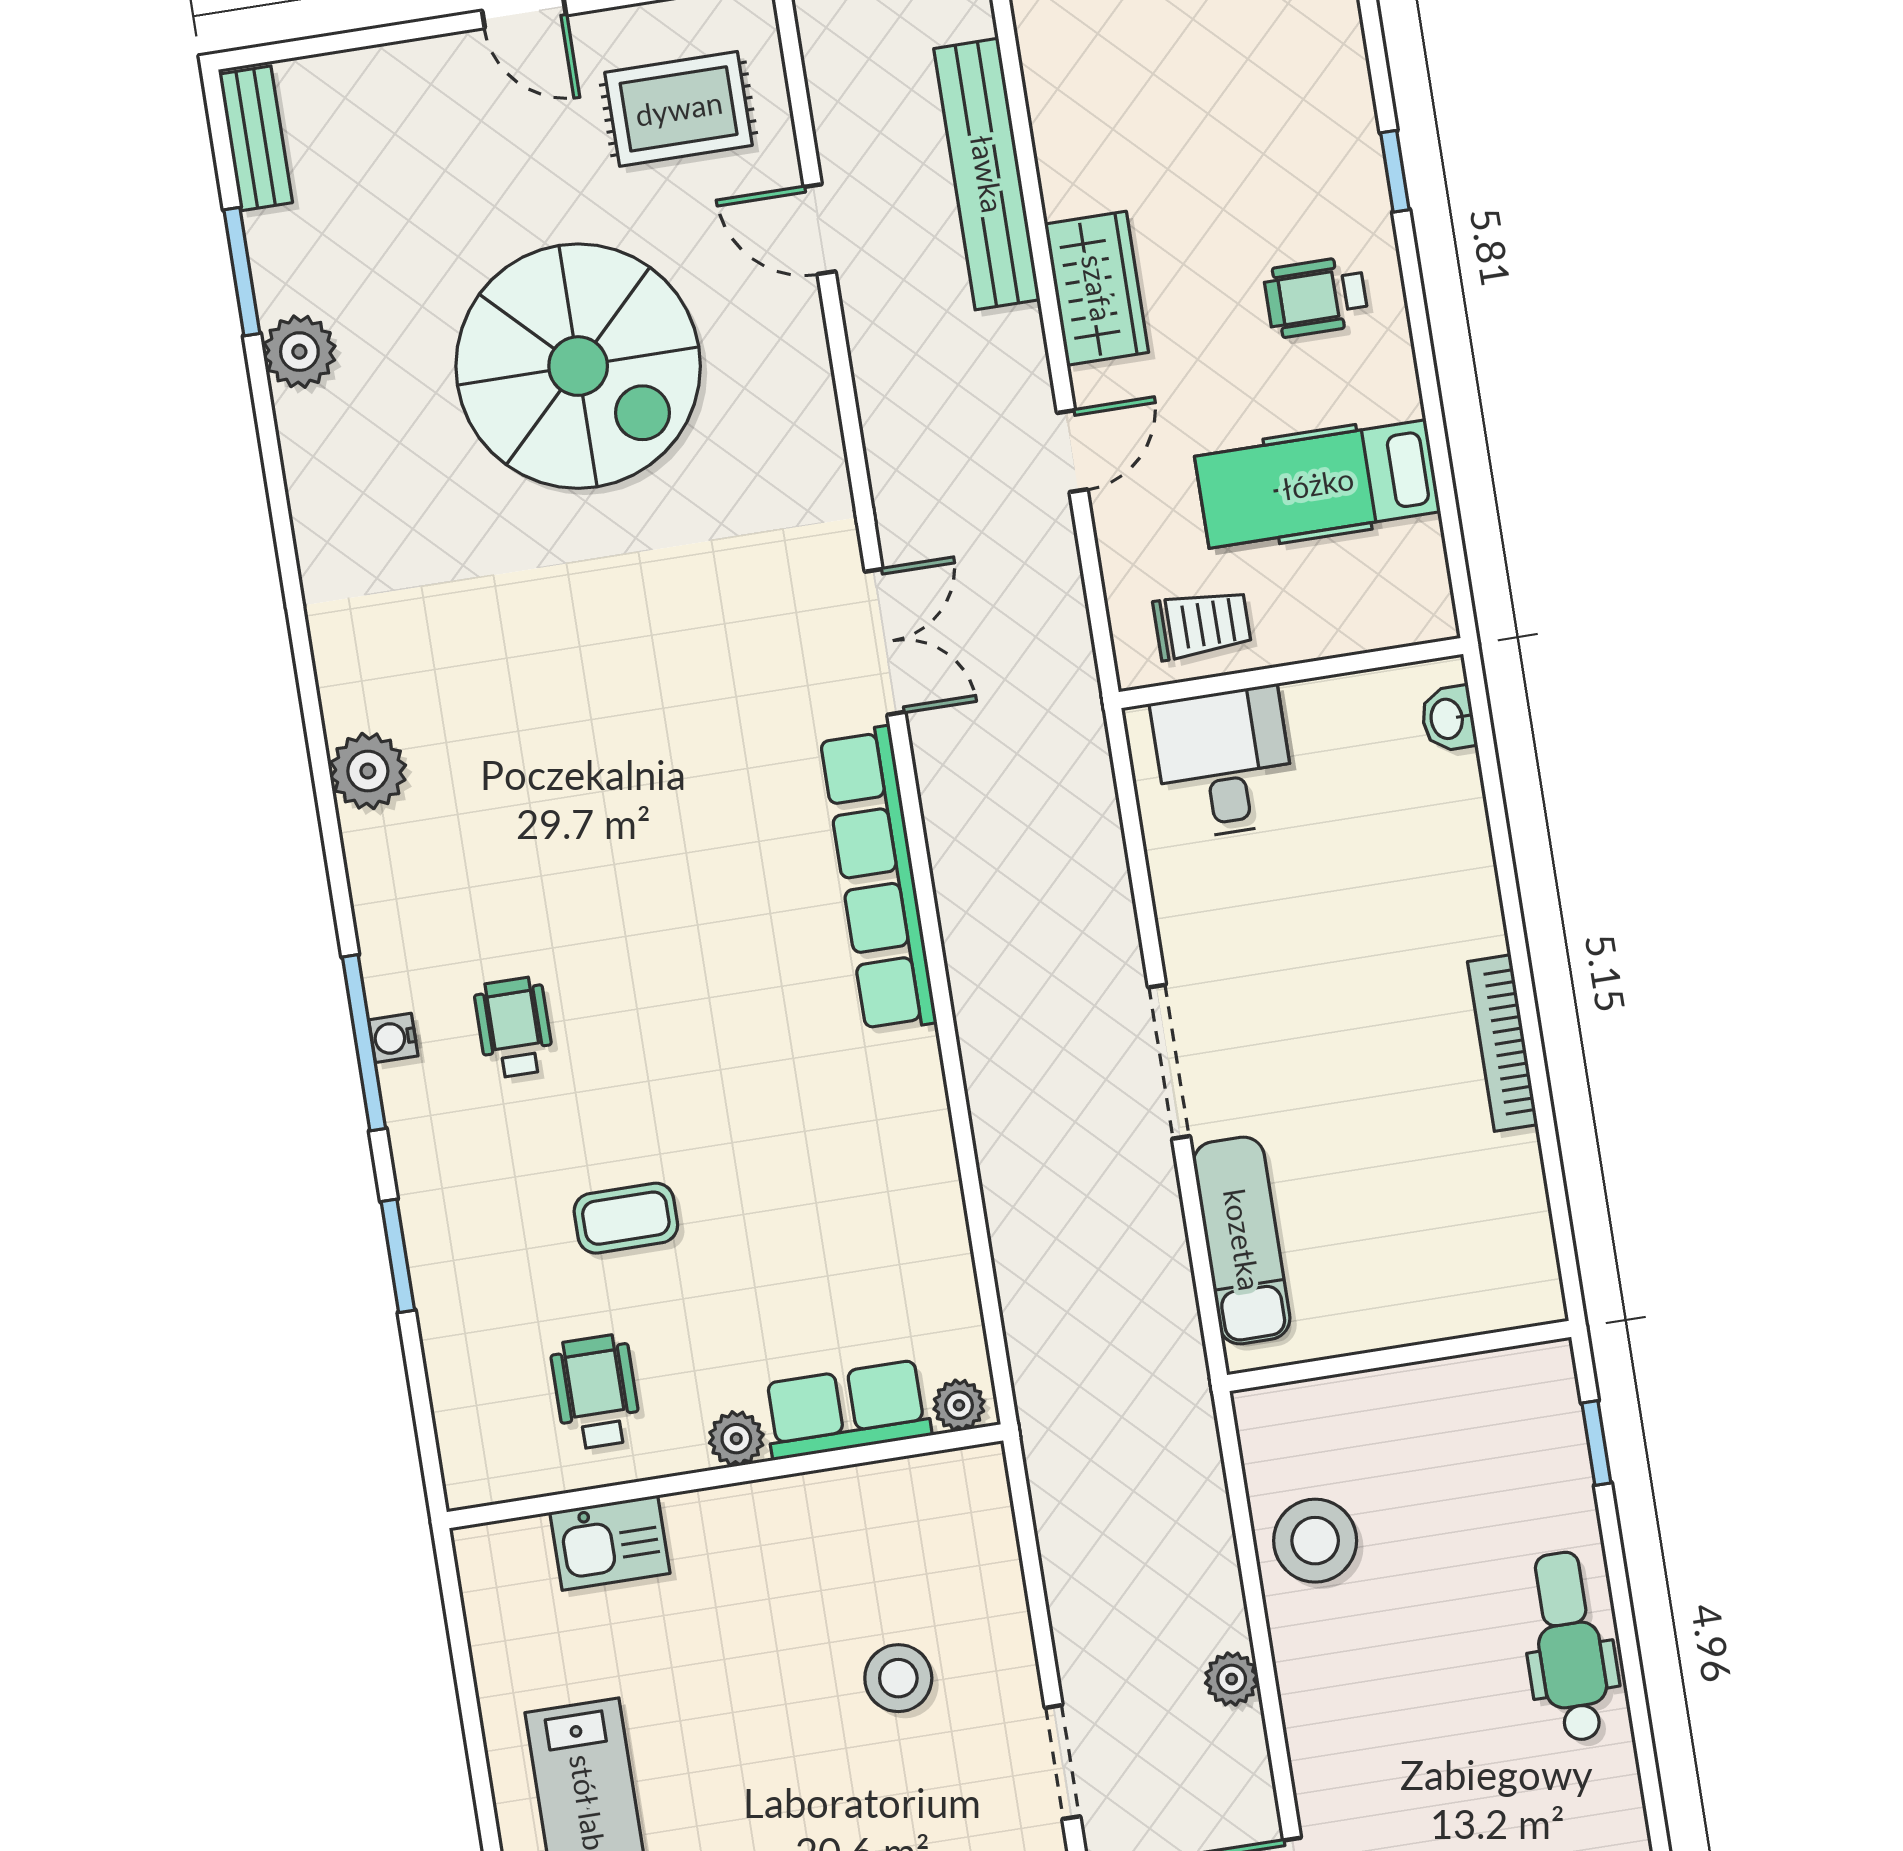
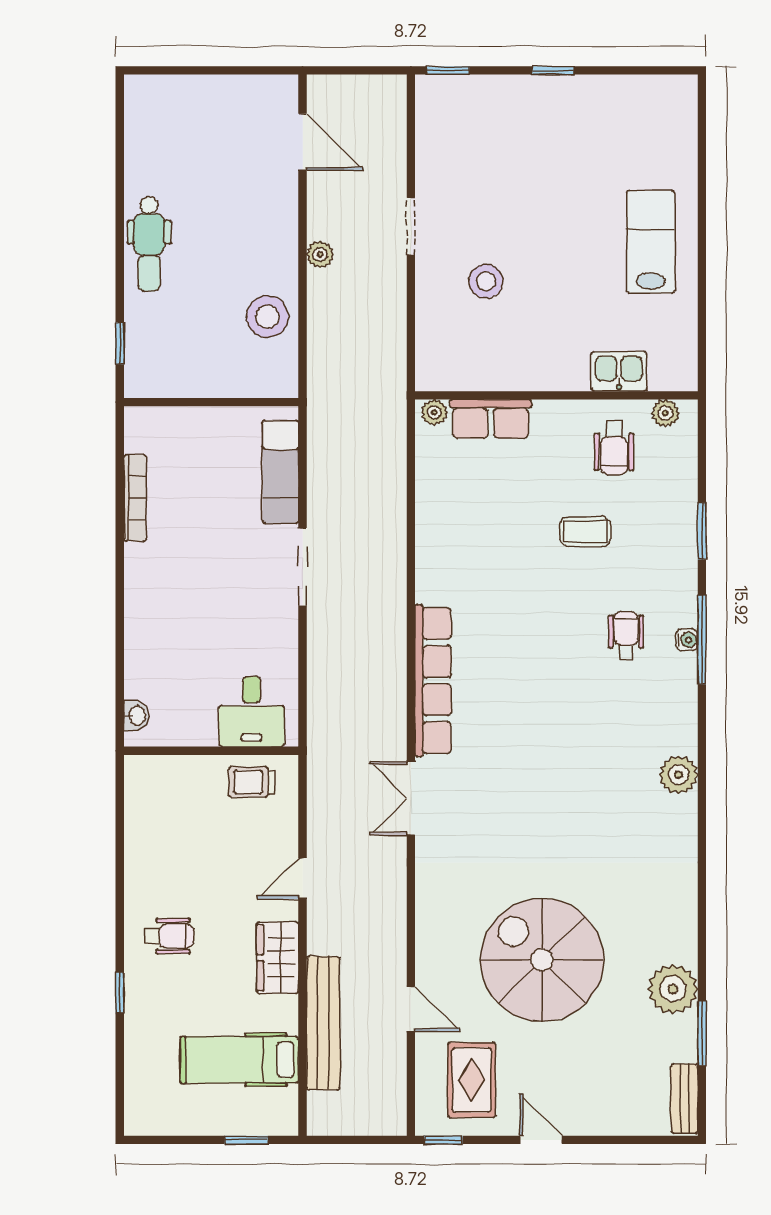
rug: (679, 109) -> (472, 1080), turned 90
plant: (299, 352) -> (673, 989), width x1.36, depth x1.36
hospital bed: (1318, 484) -> (239, 1060), moved, turned 180
wheelchair: (514, 1027) -> (626, 636), turned 180
bookcase: (1503, 1043) -> (135, 498), moved
plant: (736, 1439) -> (665, 413), moved

